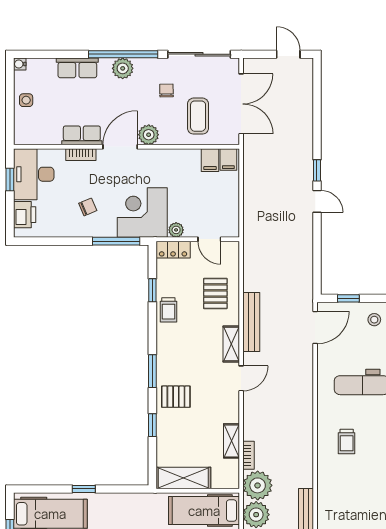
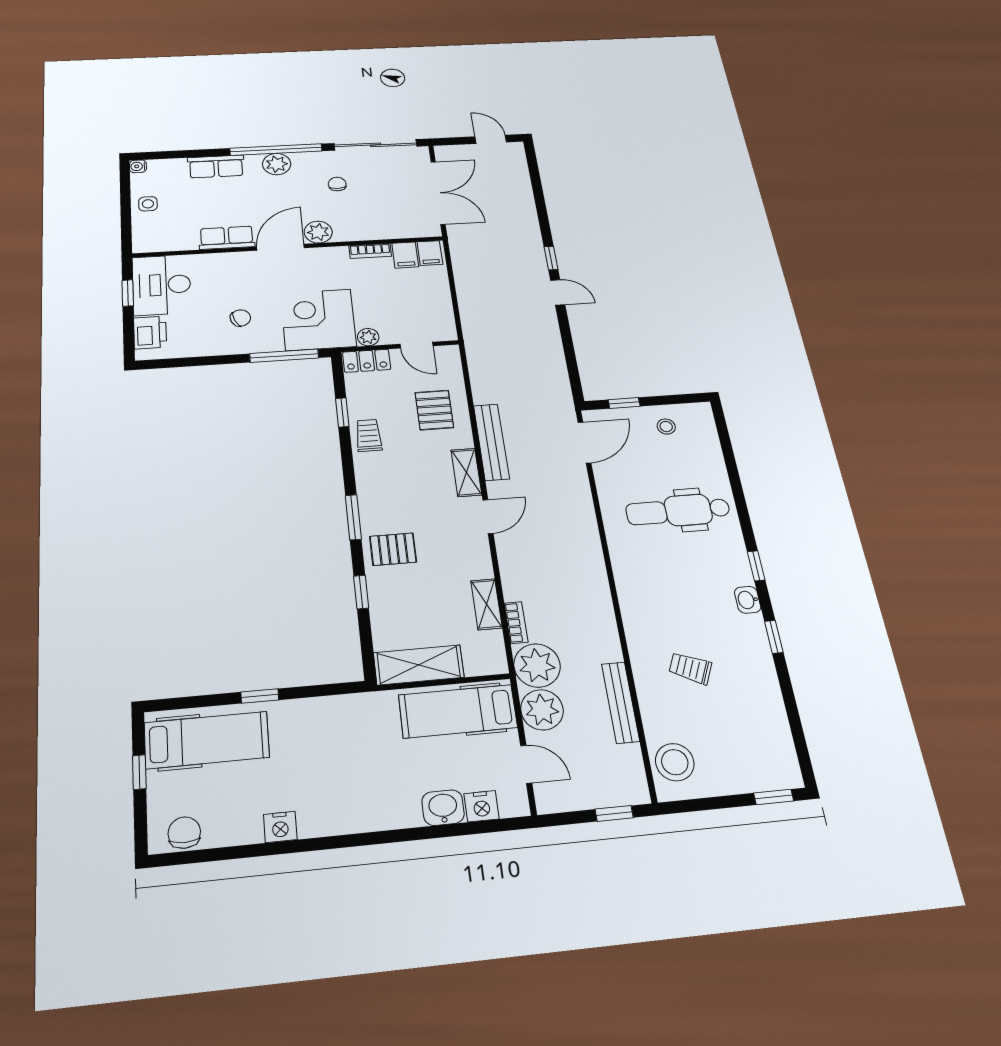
coffee table: (198, 116) -> (383, 209), removed
bookcase: (81, 155) -> (370, 251), moved
trolley: (168, 310) -> (369, 435), turned 180
trolley: (347, 442) -> (690, 668), moved, turned 114

